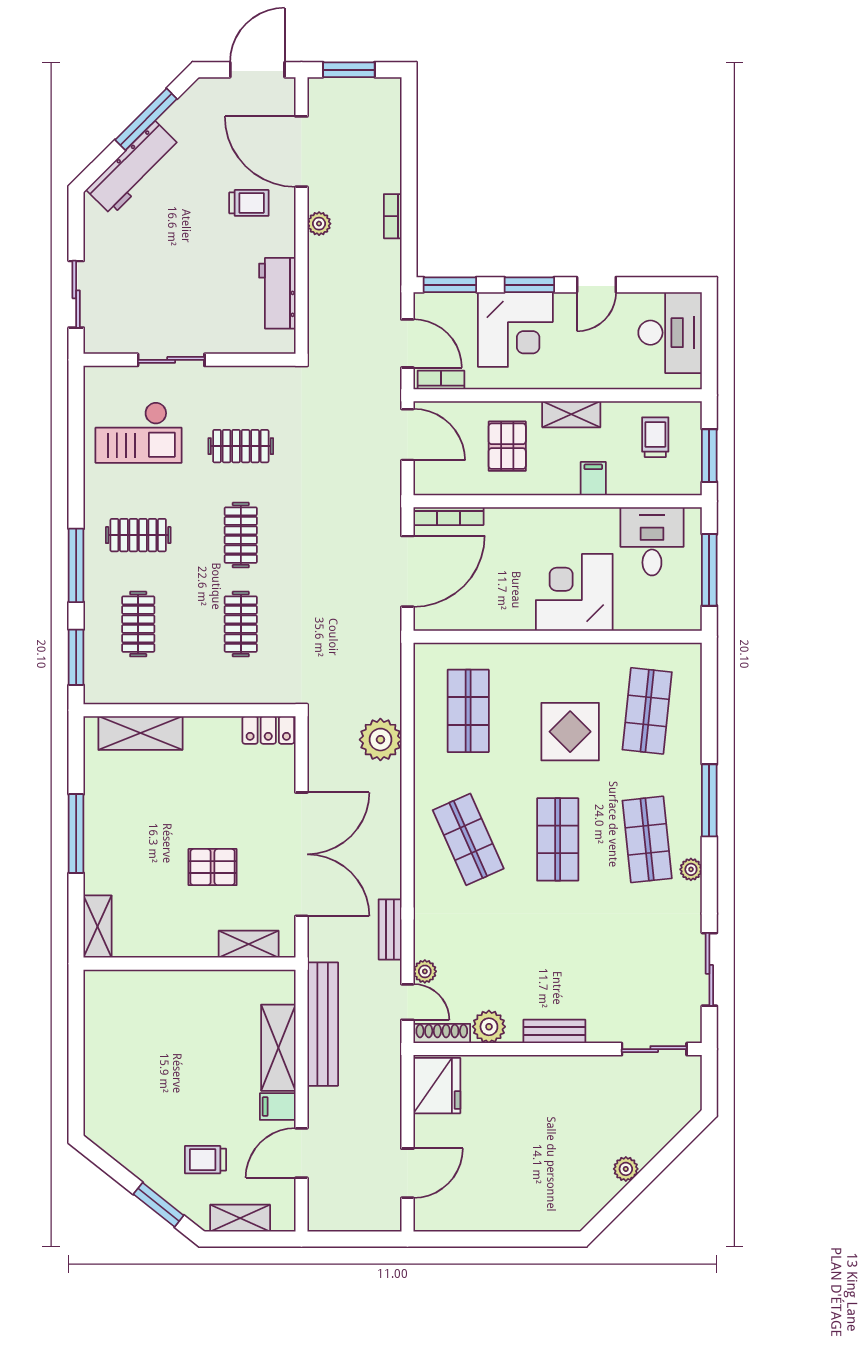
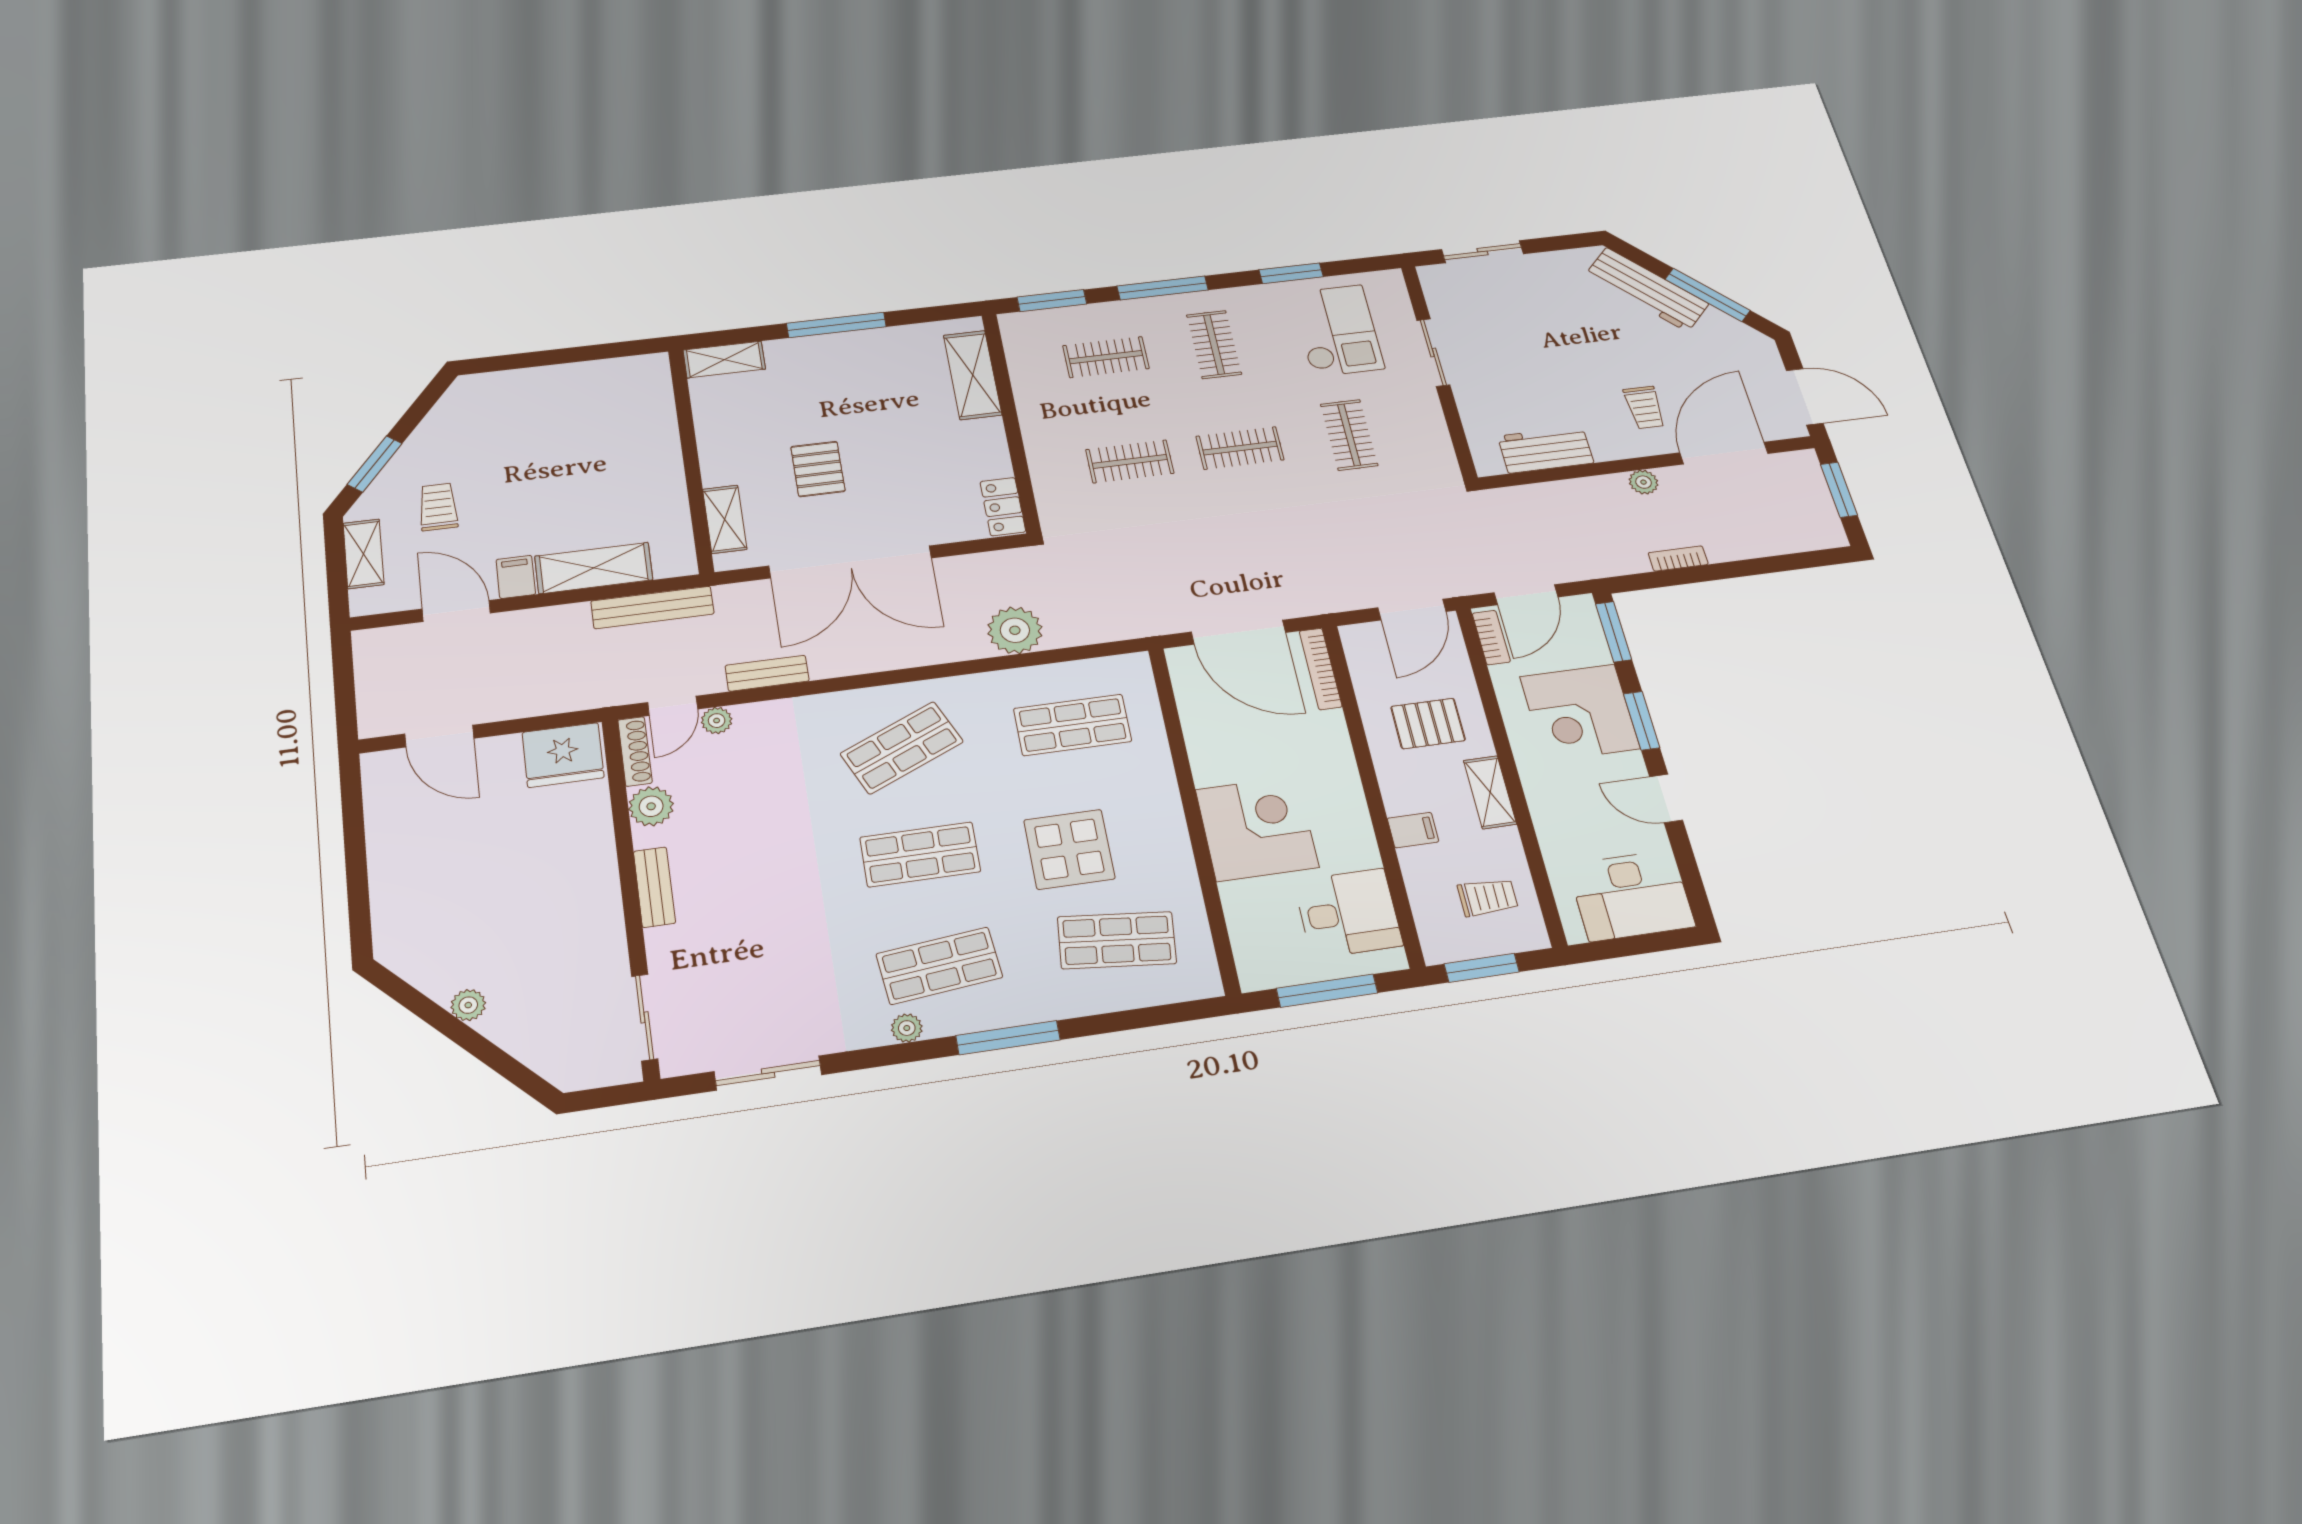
checkout: (139, 433) -> (1337, 331), turned 180
window: (76, 457) -> (1291, 273), added
bench: (323, 1024) -> (652, 607), width x0.73, depth x0.82

